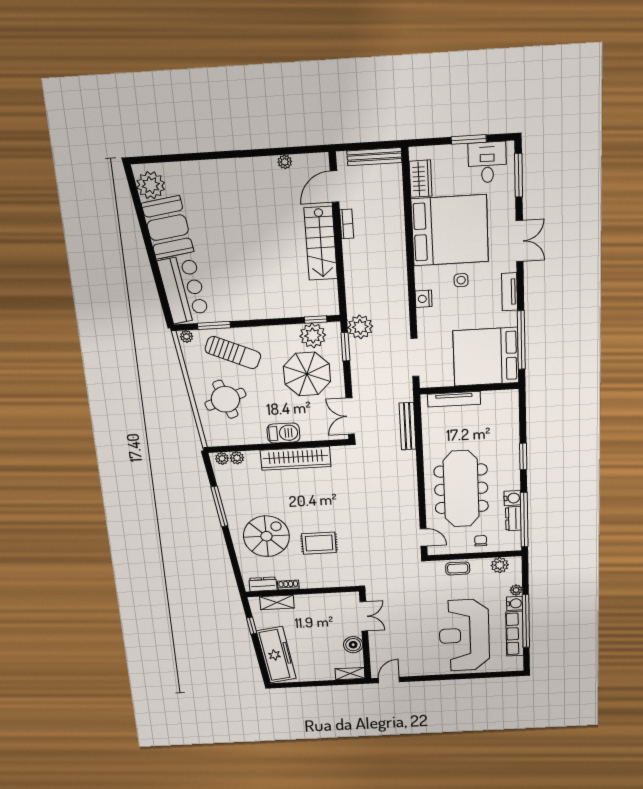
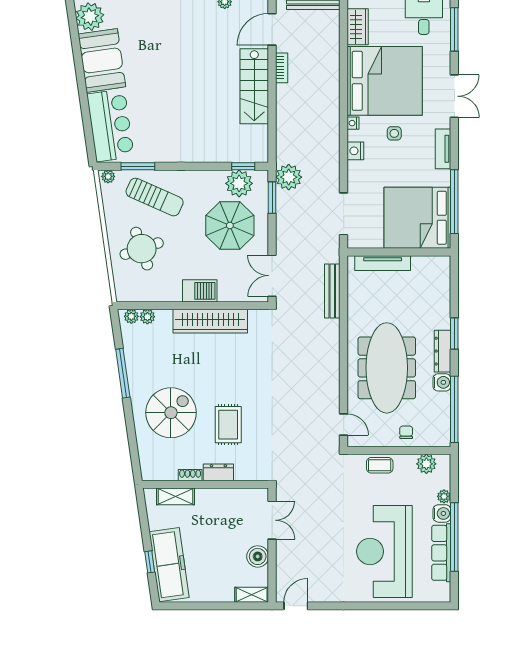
nightstand: (420, 273) -> (353, 123), added
dresser: (513, 519) -> (443, 351), moved, width x1.44
rug: (319, 543) -> (228, 425), turned 90
dresser: (263, 584) -> (218, 472), moved
window: (252, 626) -> (150, 562), moved

